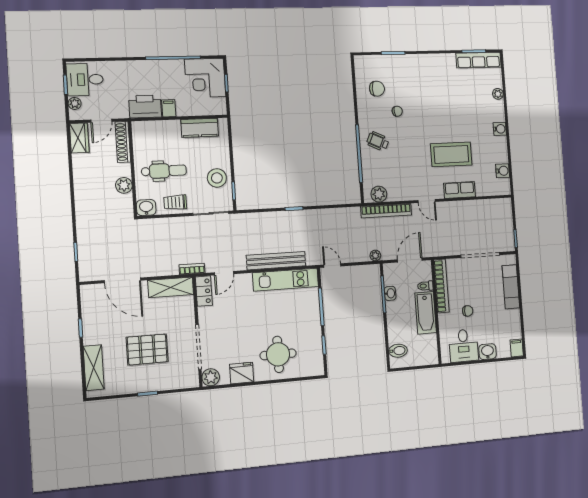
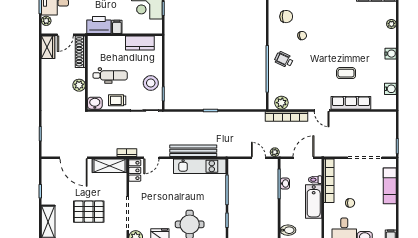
coffee table: (451, 154) -> (346, 73), width x0.54, depth x0.58
row of seats: (459, 190) -> (351, 103), width x1.48
door: (332, 266) -> (258, 158), moved

